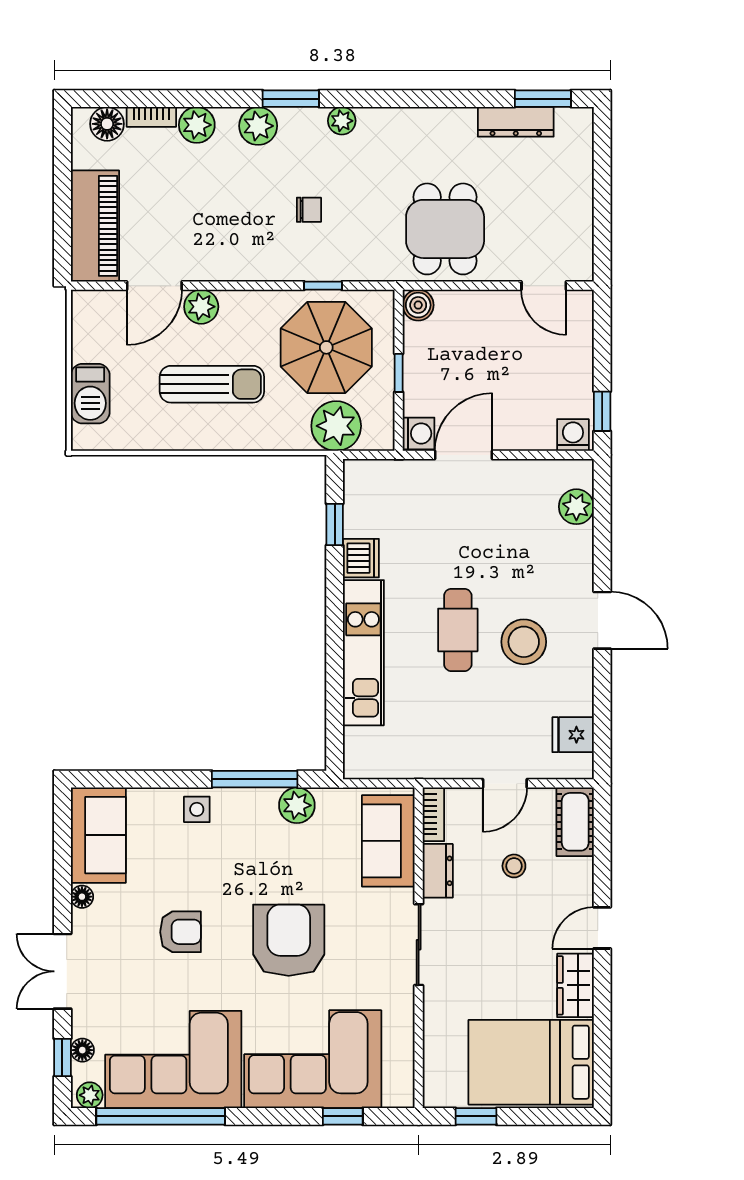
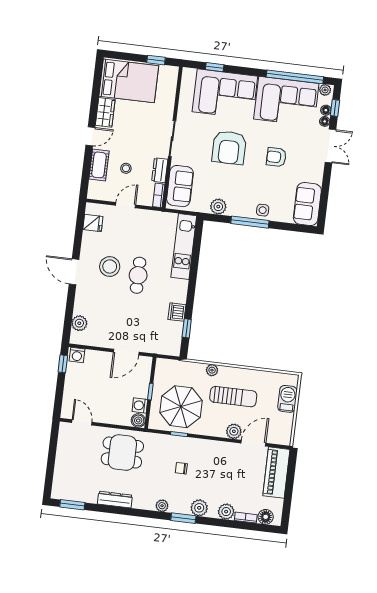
dresser: (516, 122) -> (115, 500), moved
dining table: (445, 229) -> (122, 453), turned 90
sun lounger: (212, 384) -> (233, 397), turned 180
plant: (336, 426) -> (212, 370), moved, width x0.53, depth x0.53
washing machine: (419, 433) -> (140, 405), moved
kitchen unit: (363, 653) -> (184, 246), moved
window: (255, 779) -> (250, 222), moved
cot: (575, 822) -> (99, 165), moved
floor lamp: (82, 897) -> (325, 121), moved

